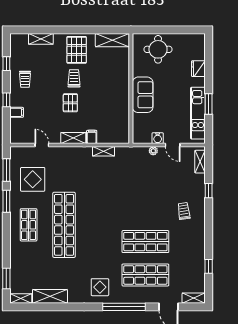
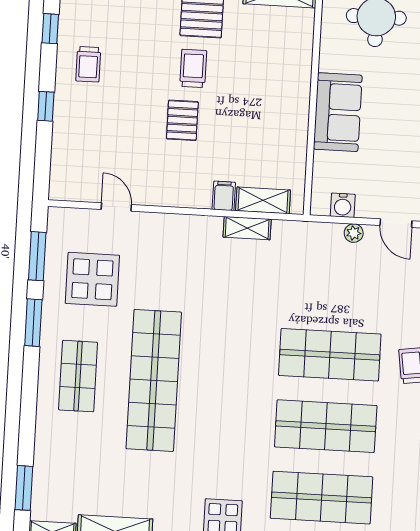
filing cabinet: (17, 112) -> (66, 134), removed
shelving: (73, 138) -> (263, 200), moved
water cooler: (158, 138) -> (343, 205), moved
shop shelf: (145, 208) -> (330, 355), added

